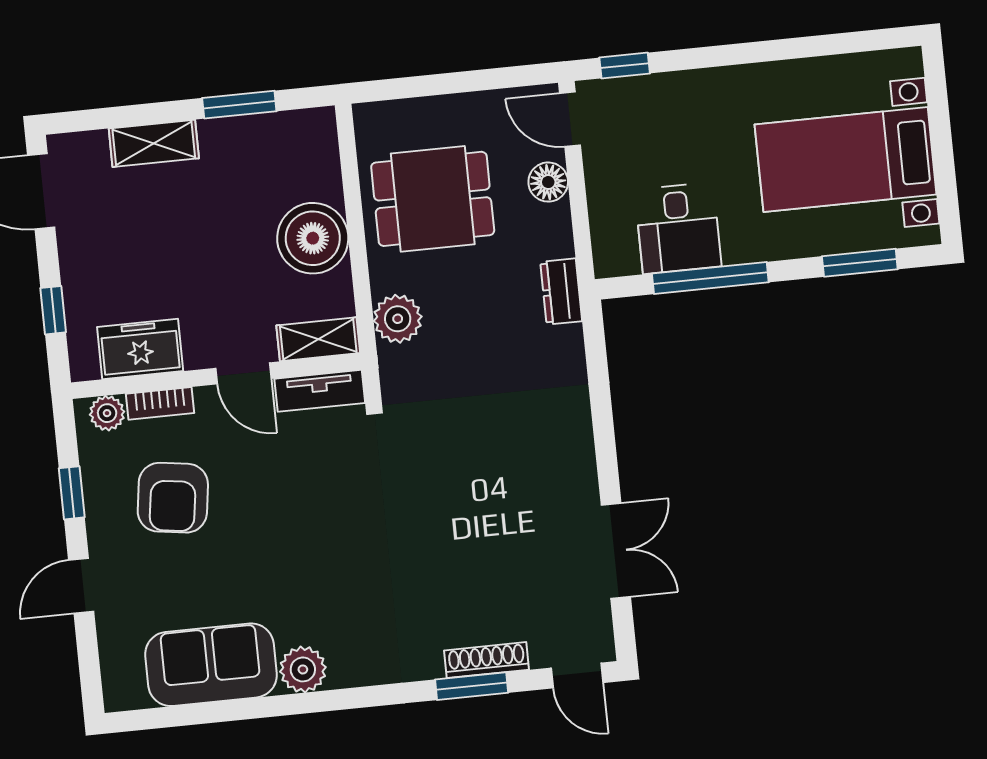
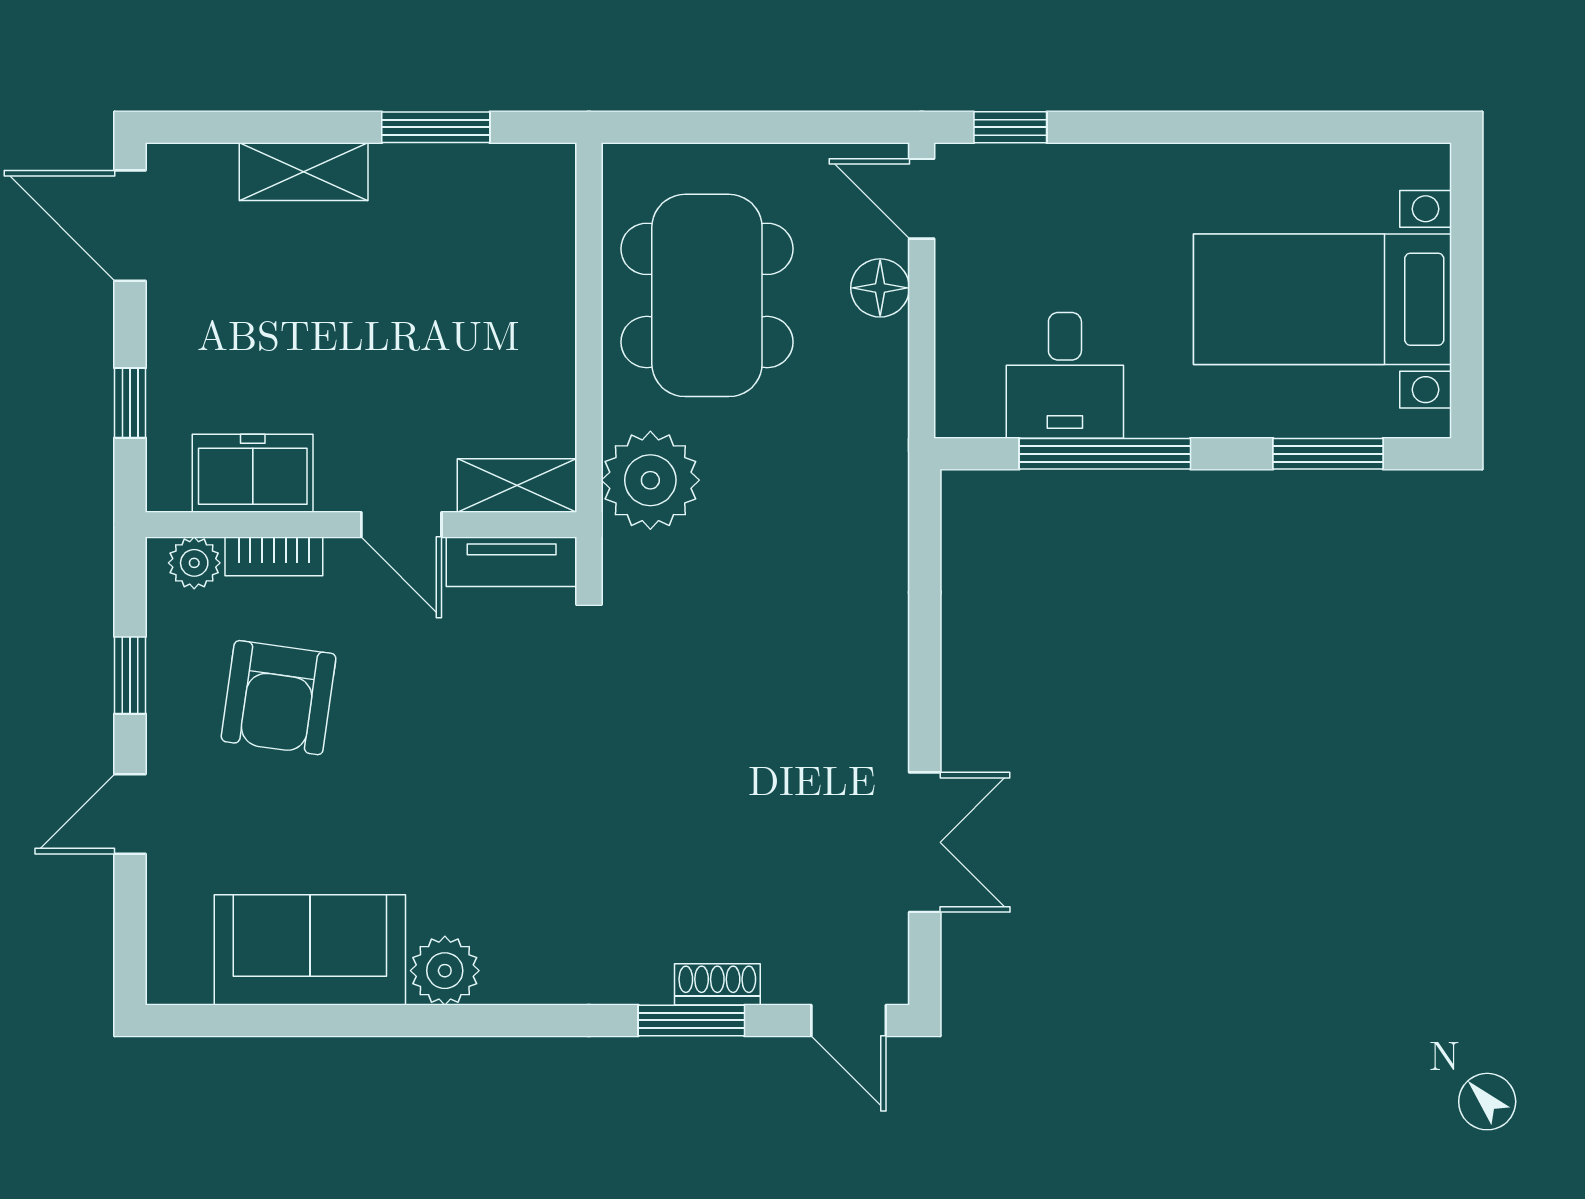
dining table: (433, 199) -> (707, 295), width x1.37
boiler: (313, 238) -> (524, 336), removed
dresser: (561, 292) -> (883, 451), removed
plant: (398, 319) -> (650, 480), width x1.36, depth x1.36
shoe rack: (487, 660) -> (717, 984), width x0.70

